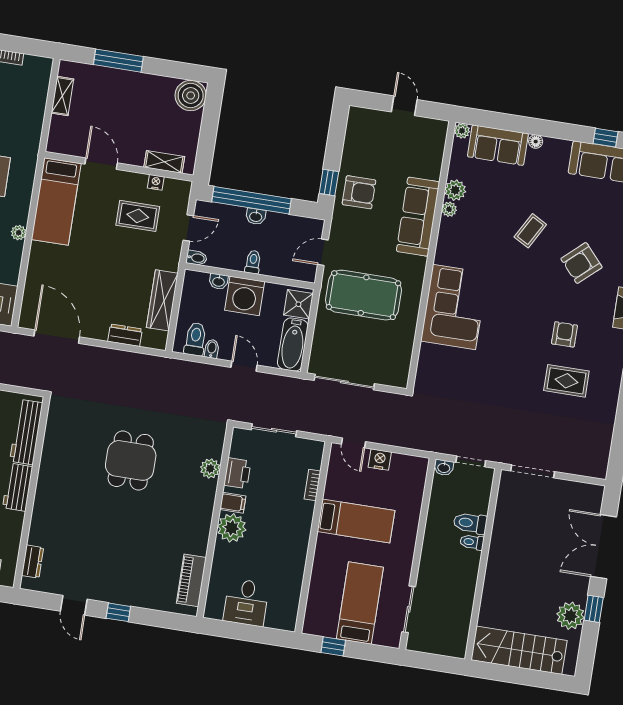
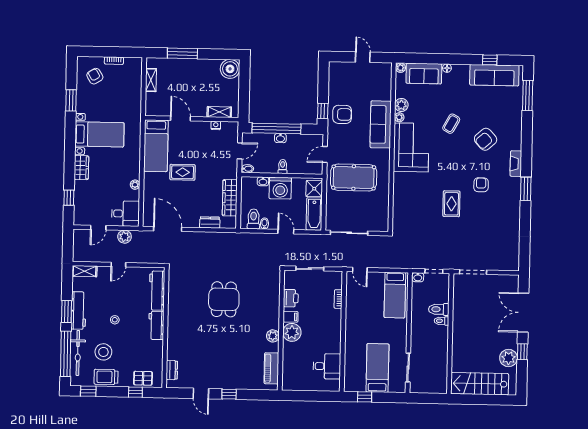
rug: (138, 216) -> (183, 172), moved
plant: (19, 233) -> (135, 185), moved
corner sofa: (454, 307) -> (411, 148), moved
rug: (566, 381) -> (451, 204), moved, turned 90
nightstand: (380, 460) -> (378, 278), removed
plant: (210, 469) -> (273, 336), moved
bed: (356, 521) -> (395, 295), moved, turned 90
desk: (246, 602) -> (327, 366), moved, turned -90

